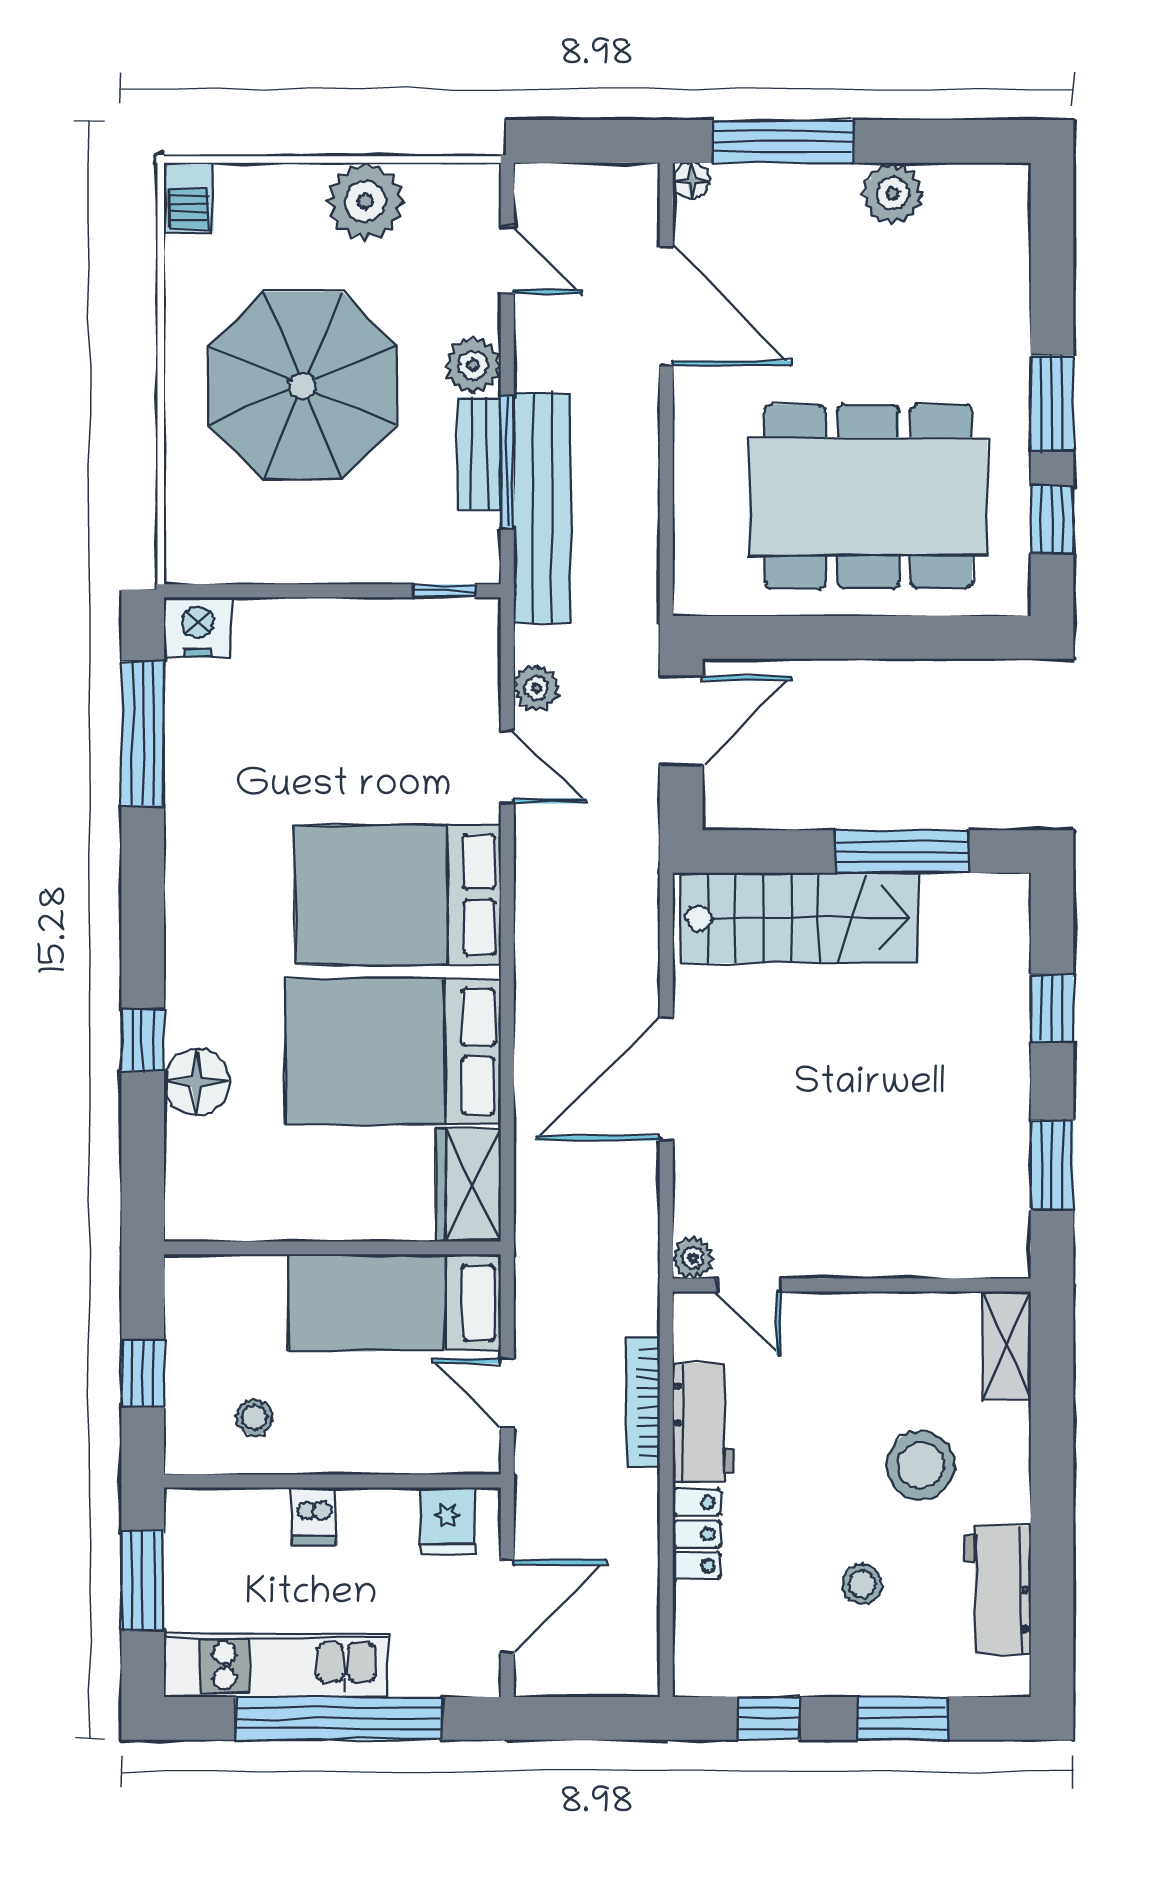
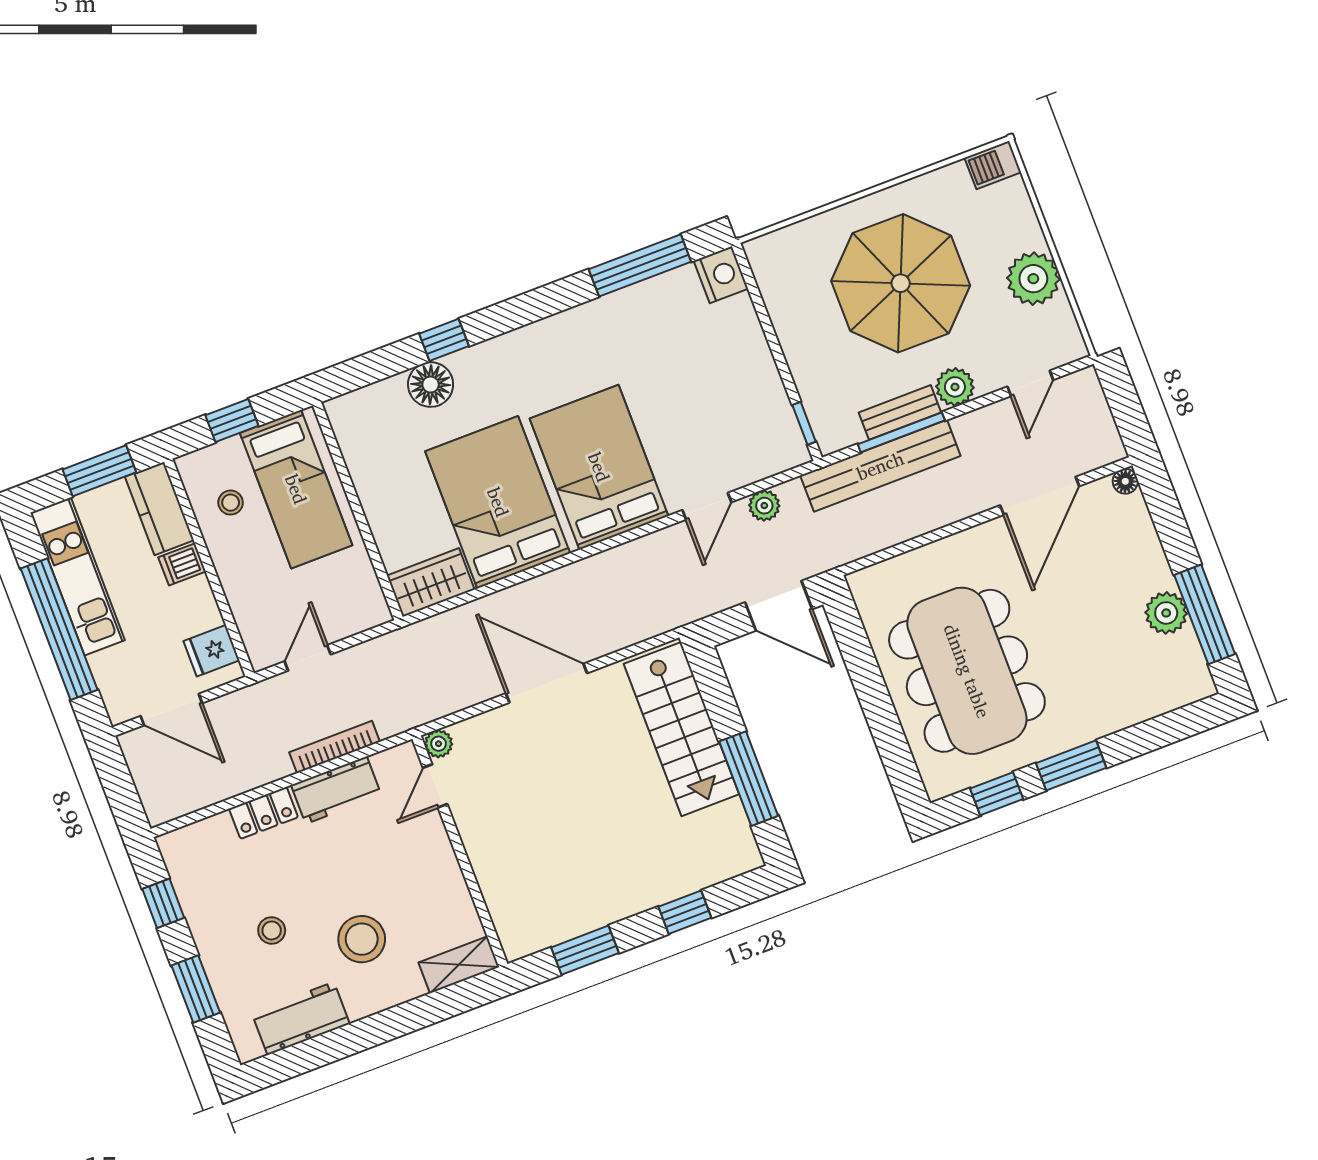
window: (783, 141) -> (1205, 614), moved
bed: (395, 1303) -> (296, 489), moved, turned 180
kitchen counter: (226, 1518) -> (159, 509), added

